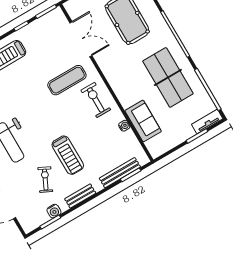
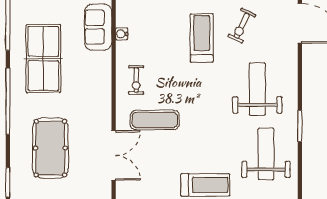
double door: (81, 39) -> (114, 155), swing flipped
exercise bike: (96, 100) -> (136, 80), width x0.73, depth x0.72

